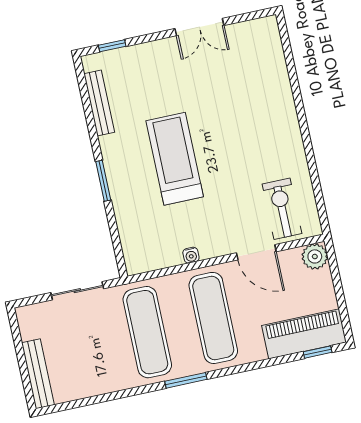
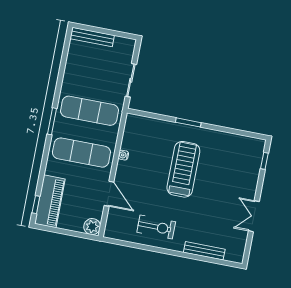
bench: (99, 103) -> (204, 251), moved
treadmill: (175, 159) -> (183, 169), turned -90
exercise bike: (282, 209) -> (156, 227), moved
door: (256, 252) -> (109, 194), swing flipped

